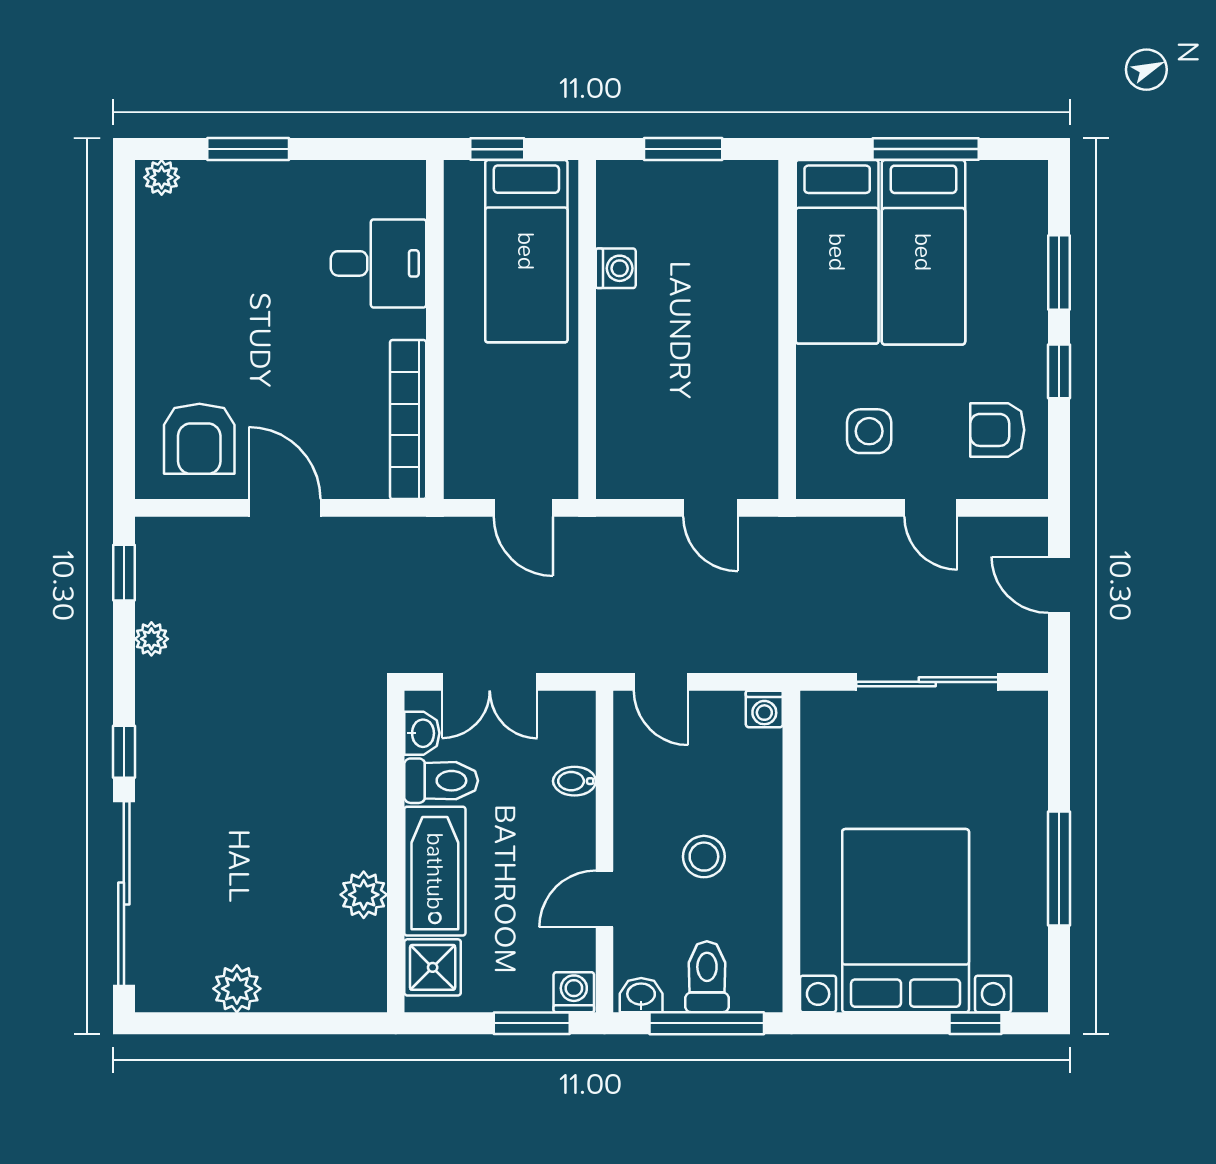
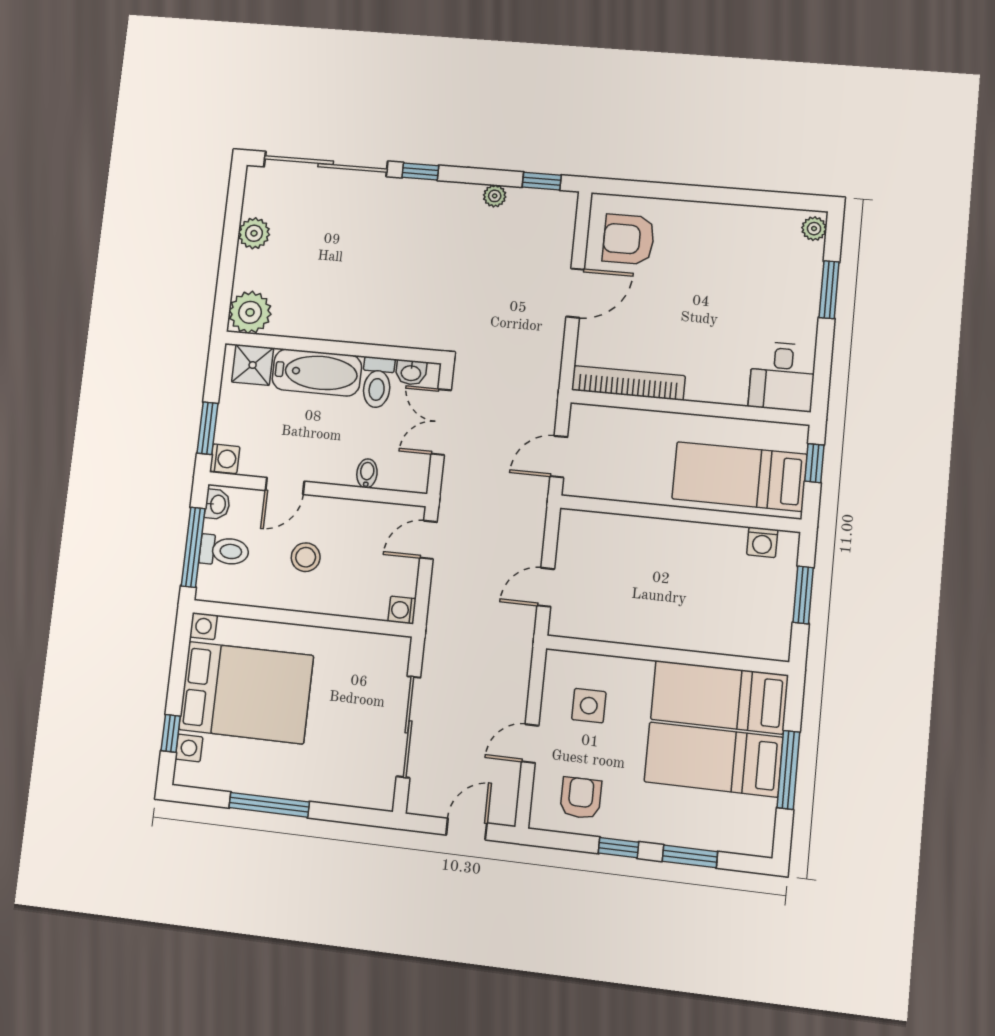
desk: (379, 263) -> (782, 376), moved
washing machine: (616, 268) -> (762, 542), moved
plant: (364, 895) -> (250, 312), moved, width x1.36, depth x1.36
door: (604, 899) -> (285, 486), swing flipped

